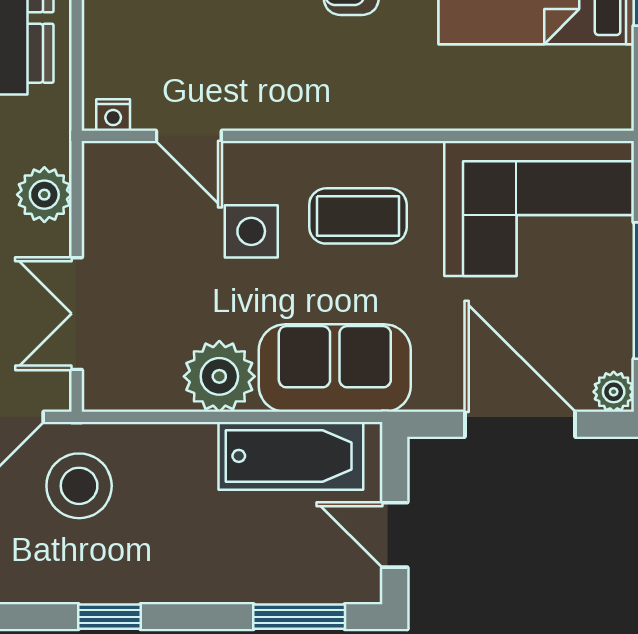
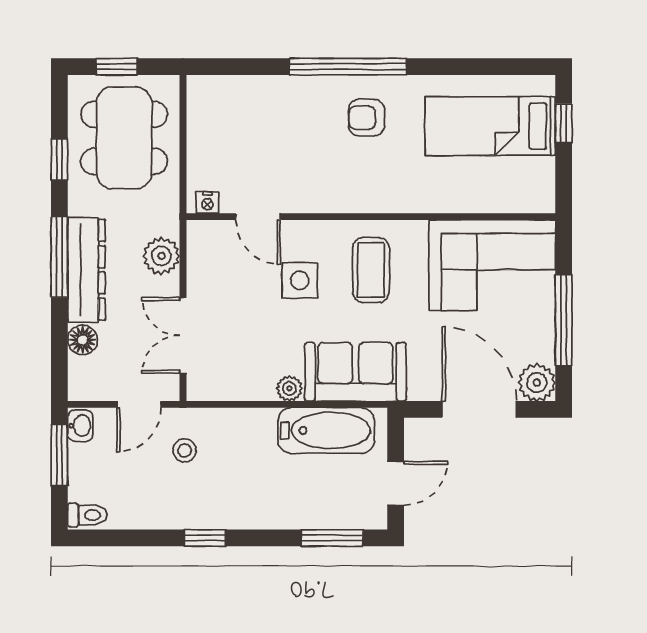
coffee table: (358, 216) -> (371, 270), turned 90
plant: (219, 376) -> (289, 388), width x0.53, depth x0.53
plant: (614, 392) -> (537, 383), width x1.38, depth x1.38
stool: (79, 486) -> (185, 450), width x0.53, depth x0.53
door: (395, 535) -> (396, 483), swing flipped

